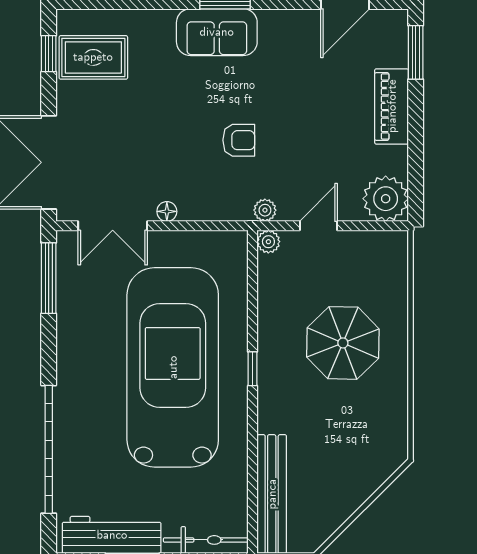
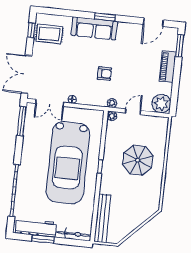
sofa: (217, 32) -> (94, 28), width x1.36
car: (173, 367) -> (68, 163), turned 180

